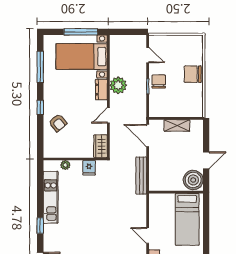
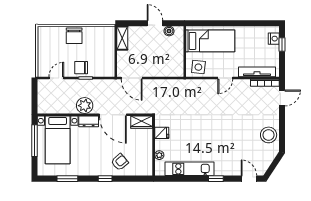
window: (40, 67) -> (67, 179), width x0.69
door: (108, 115) -> (113, 115), width x1.88
shelving: (177, 125) -> (122, 38), moved
door: (148, 136) -> (132, 78), hinge flipped
bench: (141, 176) -> (169, 84), removed
boiler: (193, 180) -> (169, 31), width x0.54, depth x0.54
side table: (159, 207) -> (198, 67), added

